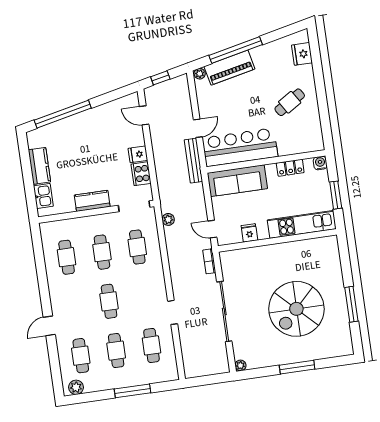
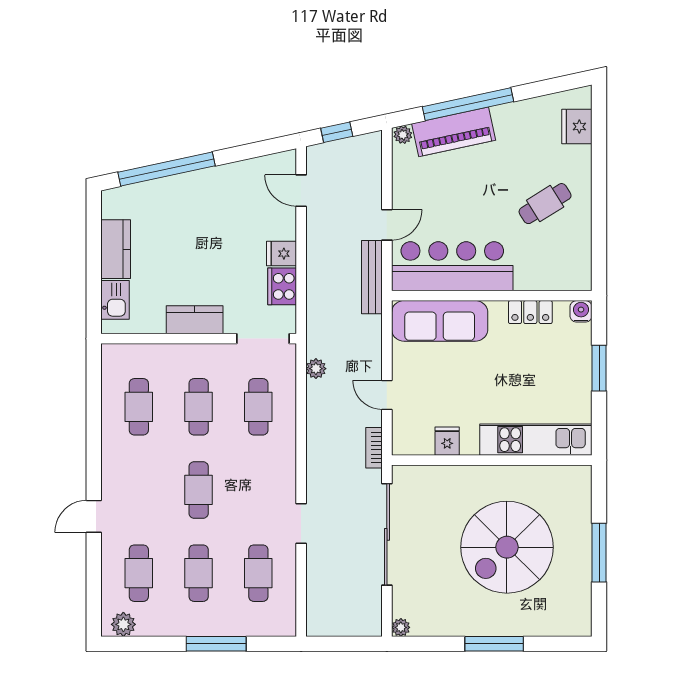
kitchen unit: (302, 224) -> (536, 440), moved
fridge: (249, 233) -> (447, 441), moved
wall: (277, 240) -> (492, 460), moved

